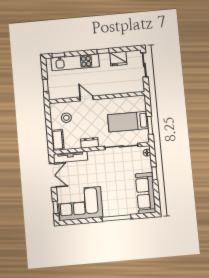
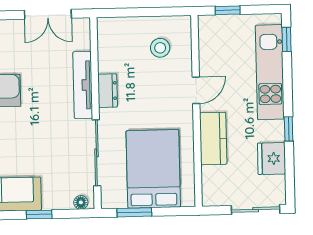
kitchen counter: (110, 88) -> (213, 138), added
bed: (128, 122) -> (153, 169), width x1.50
cot: (58, 140) -> (117, 28), removed
tv unit: (70, 157) -> (83, 85), moved

